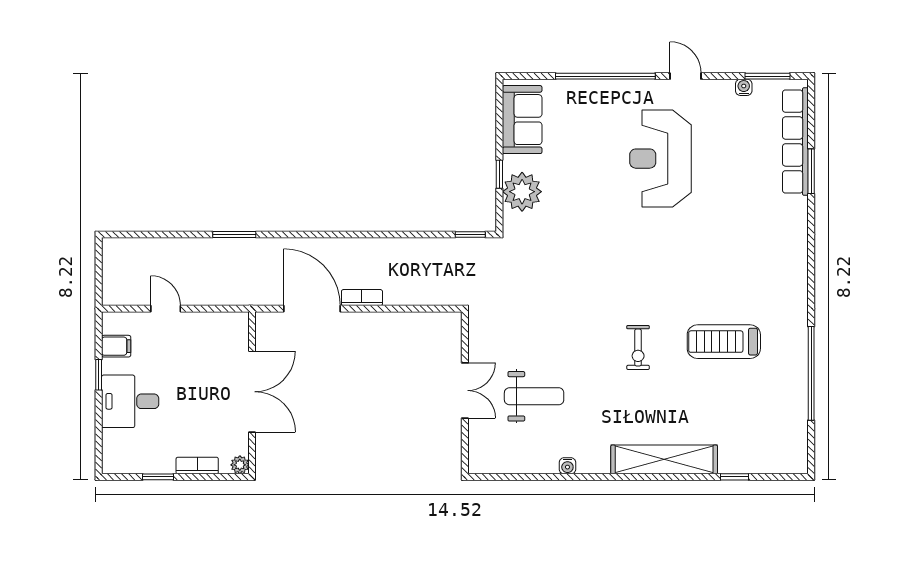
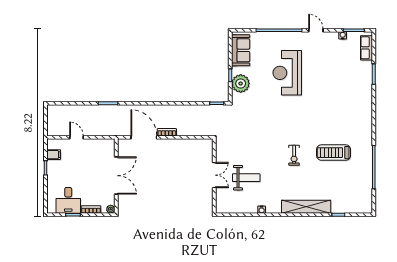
row of seats: (795, 141) -> (367, 48), width x0.50
reception desk: (660, 159) -> (287, 73), moved
desk: (130, 401) -> (68, 200), moved, turned -90

